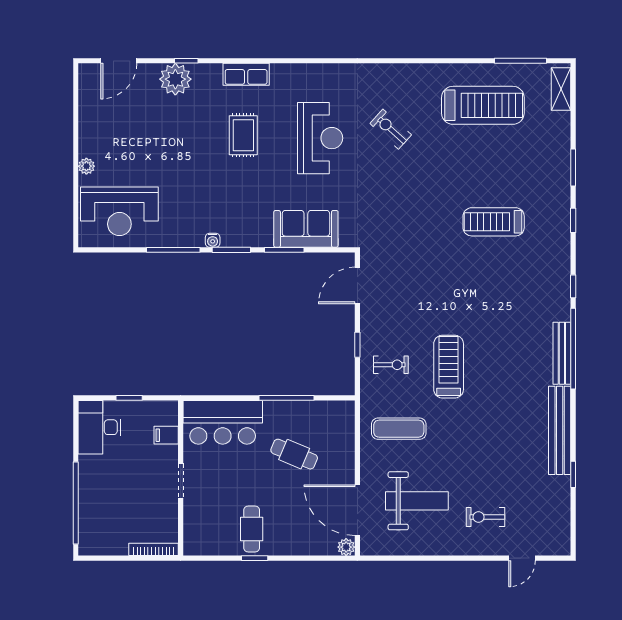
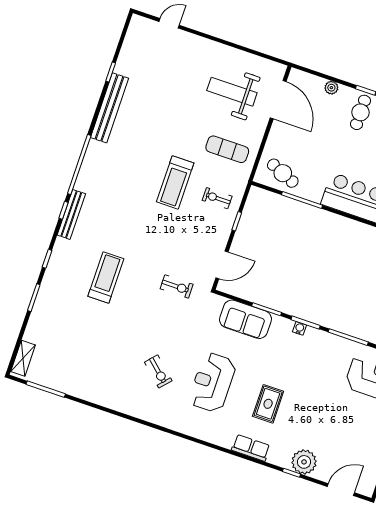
treadmill: (483, 105) -> (85, 366), removed
treadmill: (494, 222) -> (106, 278), turned -90
water cooler: (213, 240) -> (299, 328), moved
bench: (562, 353) -> (71, 214), moved
cafe table: (294, 454) -> (283, 173), moved
exercise bike: (485, 517) -> (177, 286), moved
plant: (346, 547) -> (331, 88), moved

